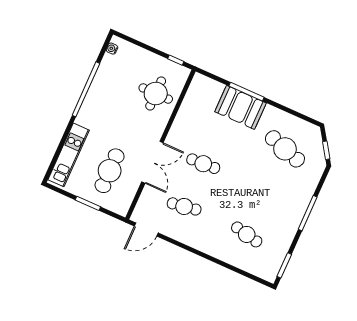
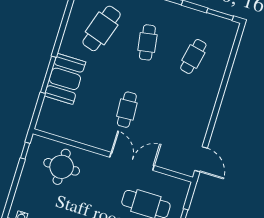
cafe table: (184, 206) -> (147, 42), moved

